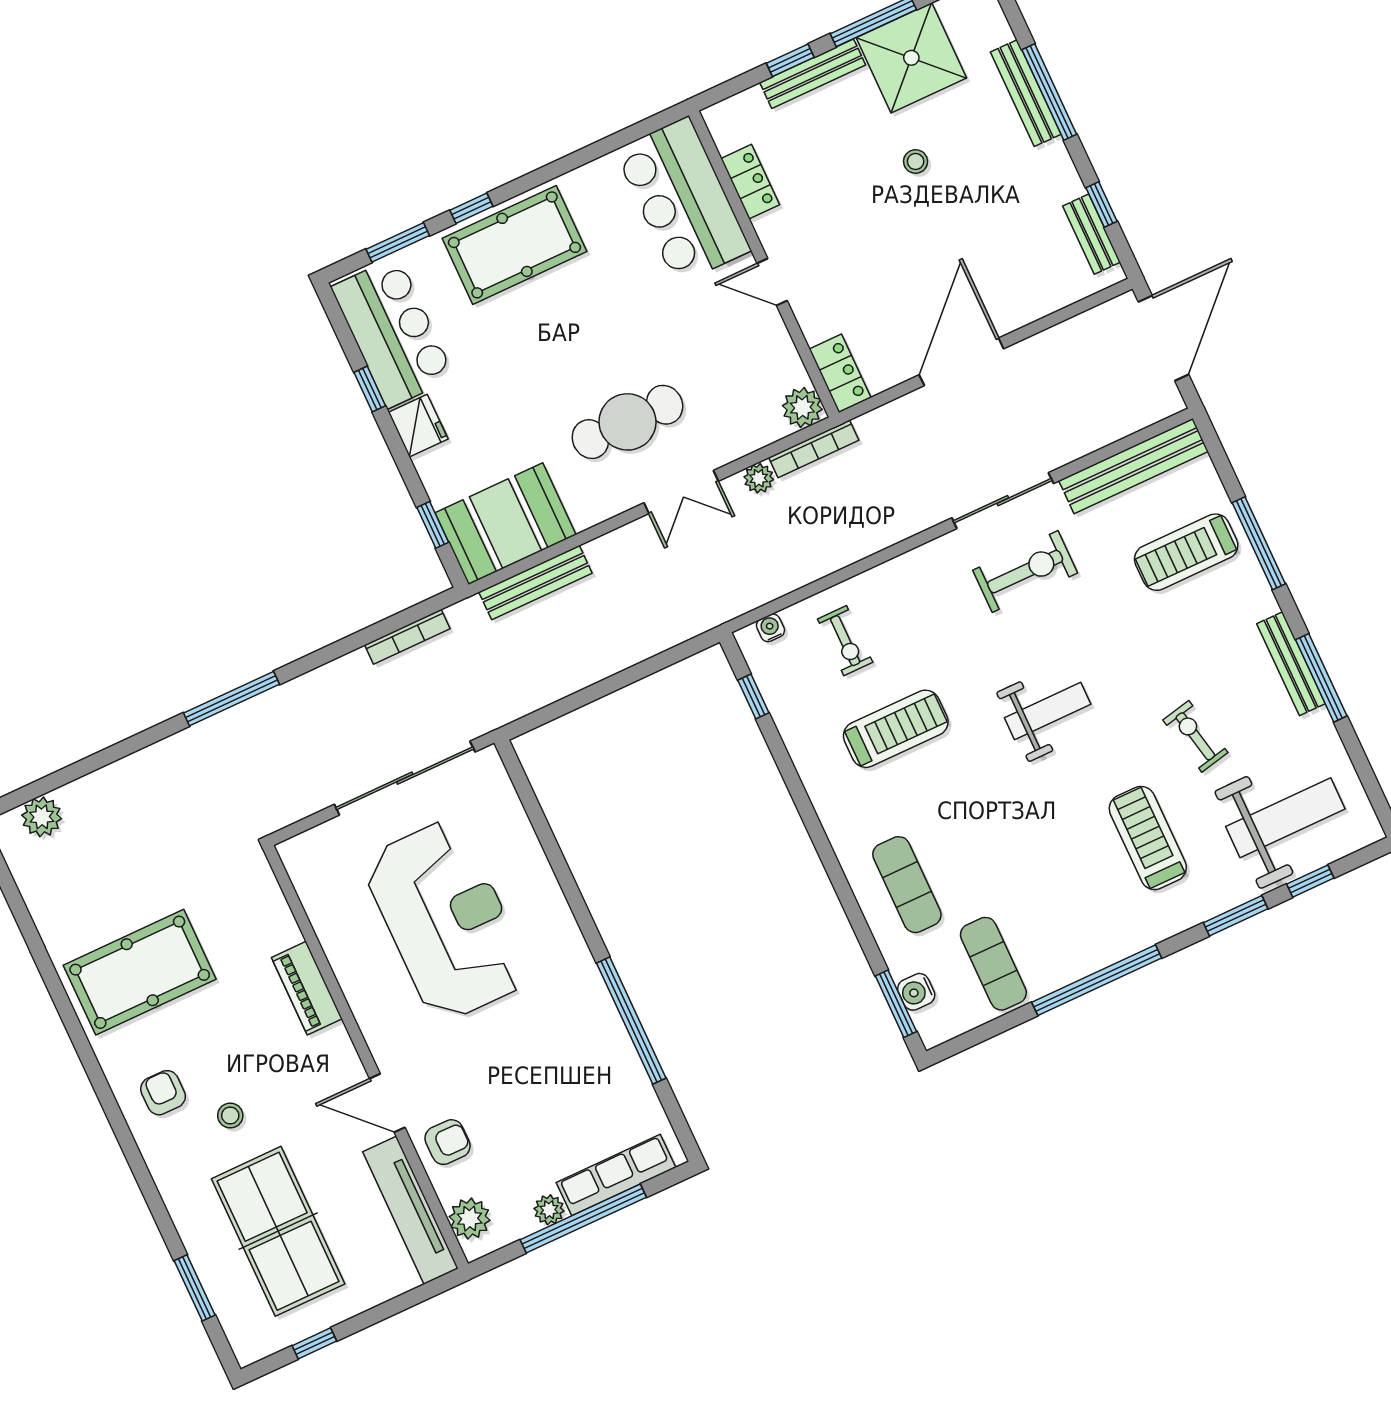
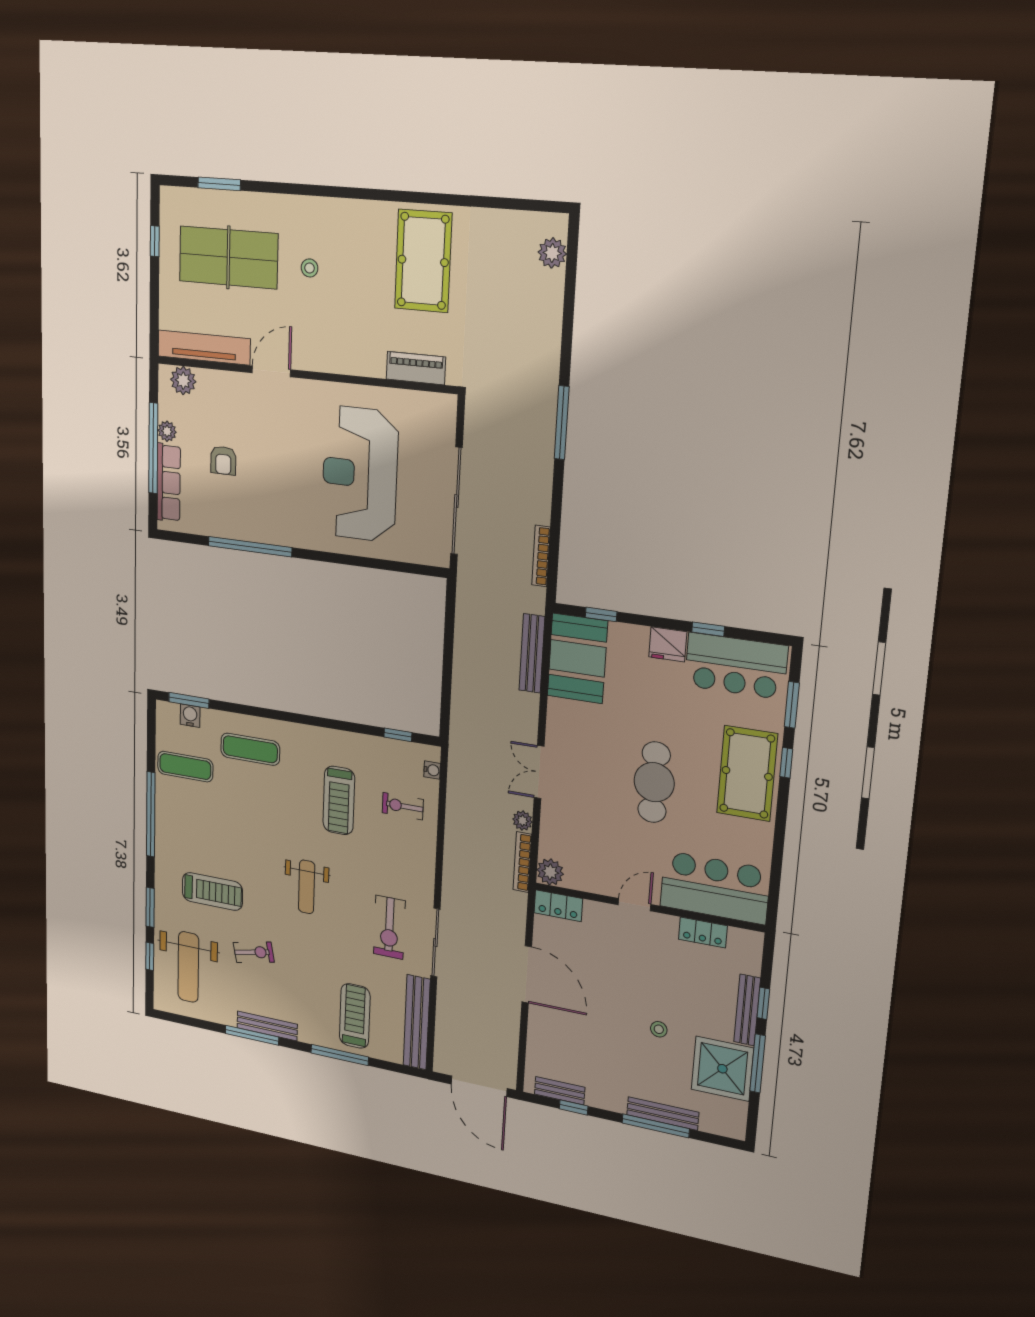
cafe table: (627, 422) -> (654, 782), moved
reception desk: (447, 920) -> (360, 474), turned 90
piano: (307, 988) -> (416, 368), moved
armchair: (163, 1093) -> (343, 233), removed
armchair: (448, 1142) -> (223, 460), moved

